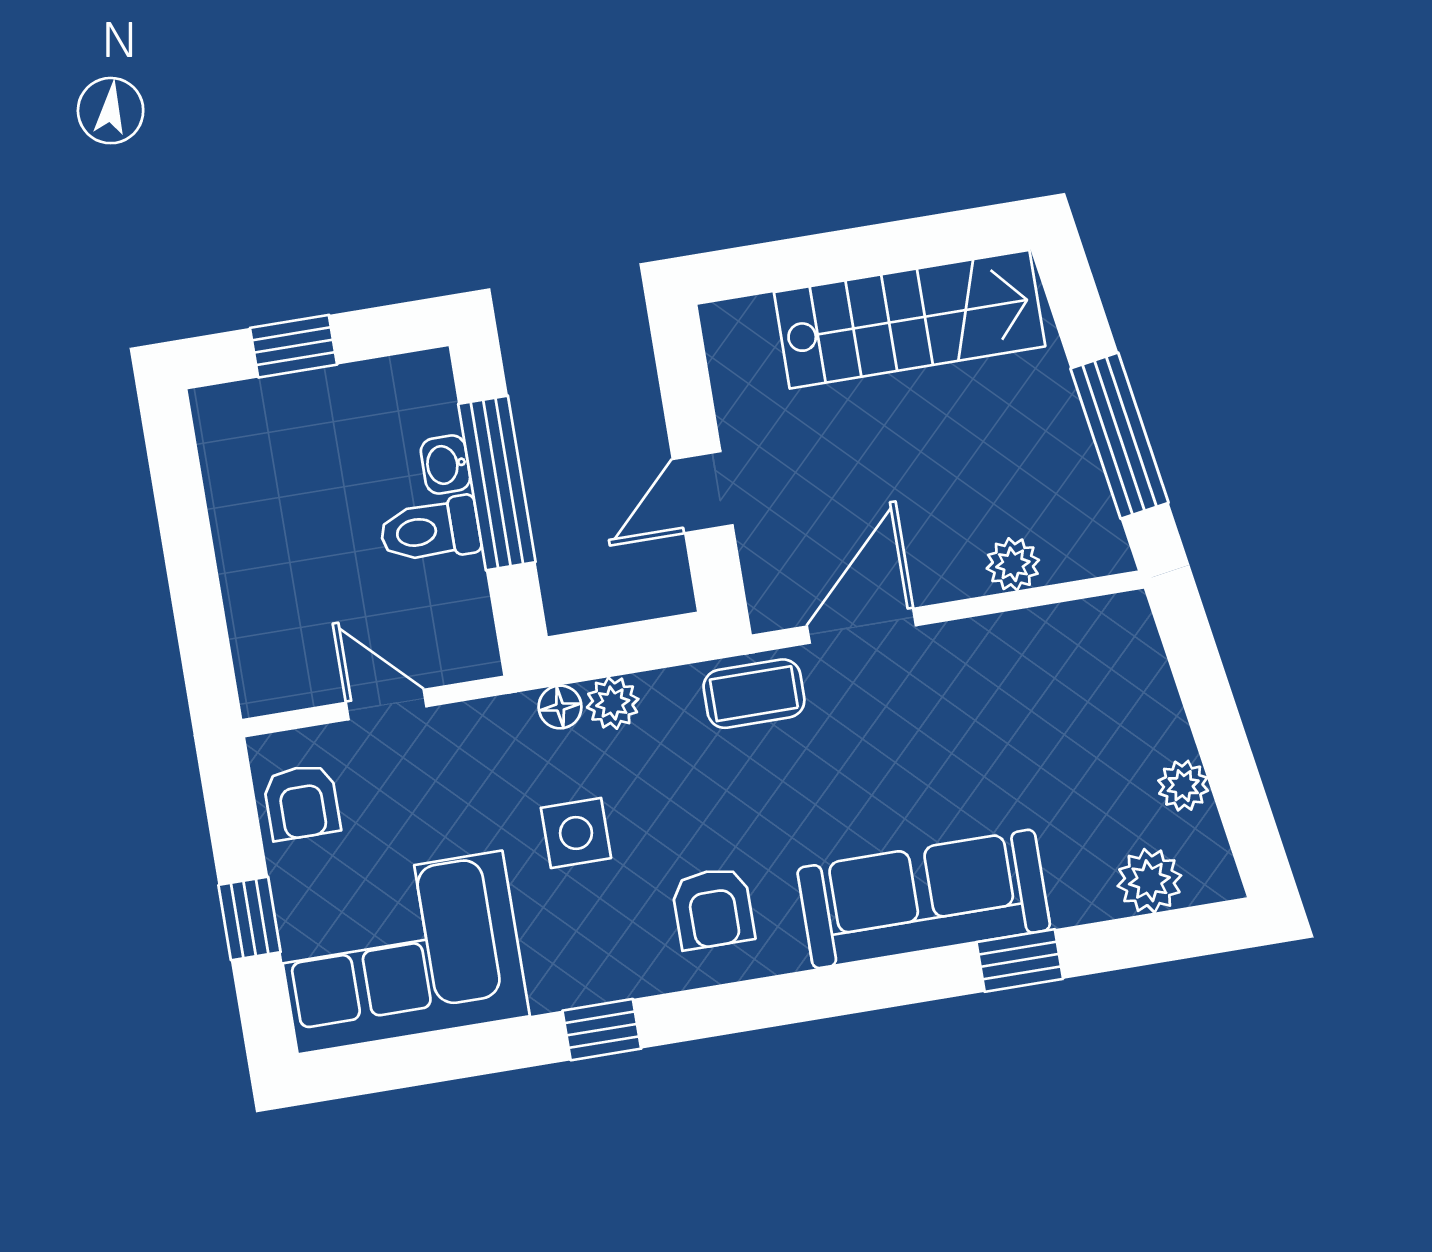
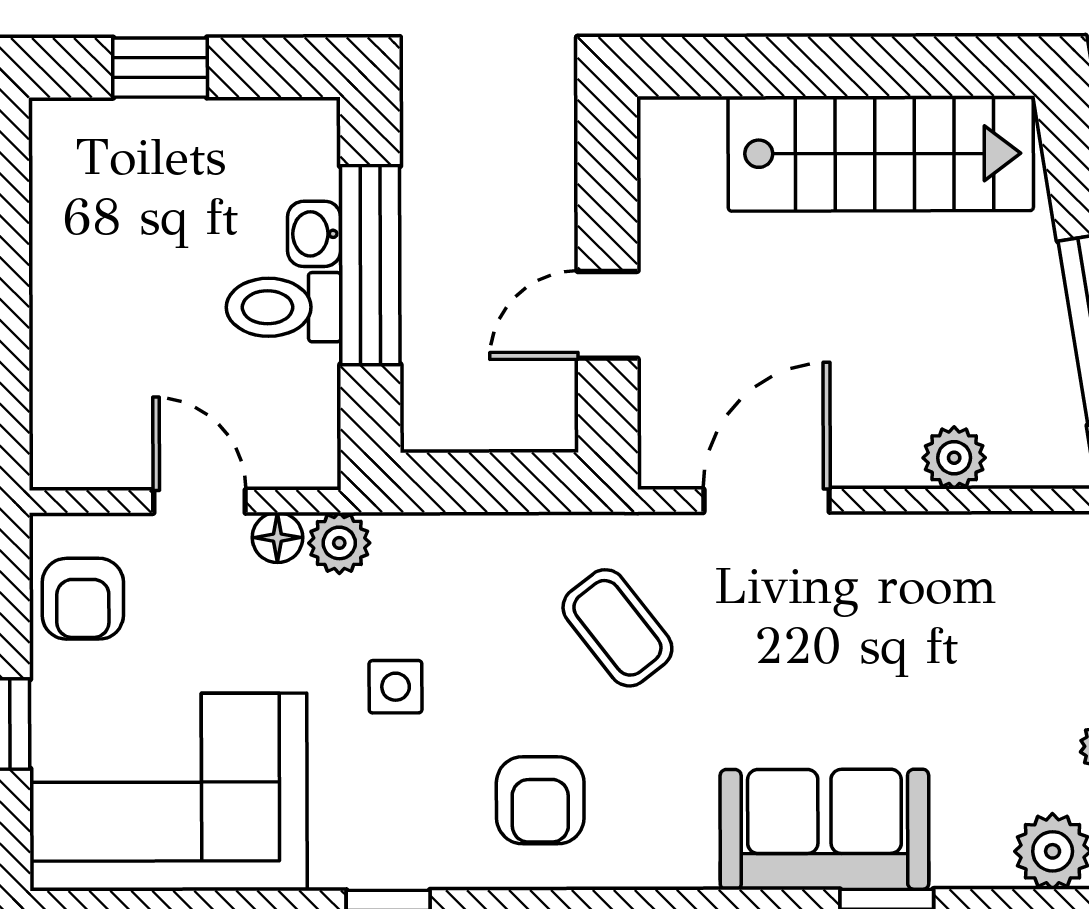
coffee table: (754, 694) -> (617, 628), moved, turned 52
plant: (613, 703) -> (339, 543), moved
floor lamp: (560, 707) -> (277, 538), moved
side table: (576, 833) -> (396, 687), width x0.73, depth x0.73
sofa: (924, 899) -> (824, 829), width x0.73

